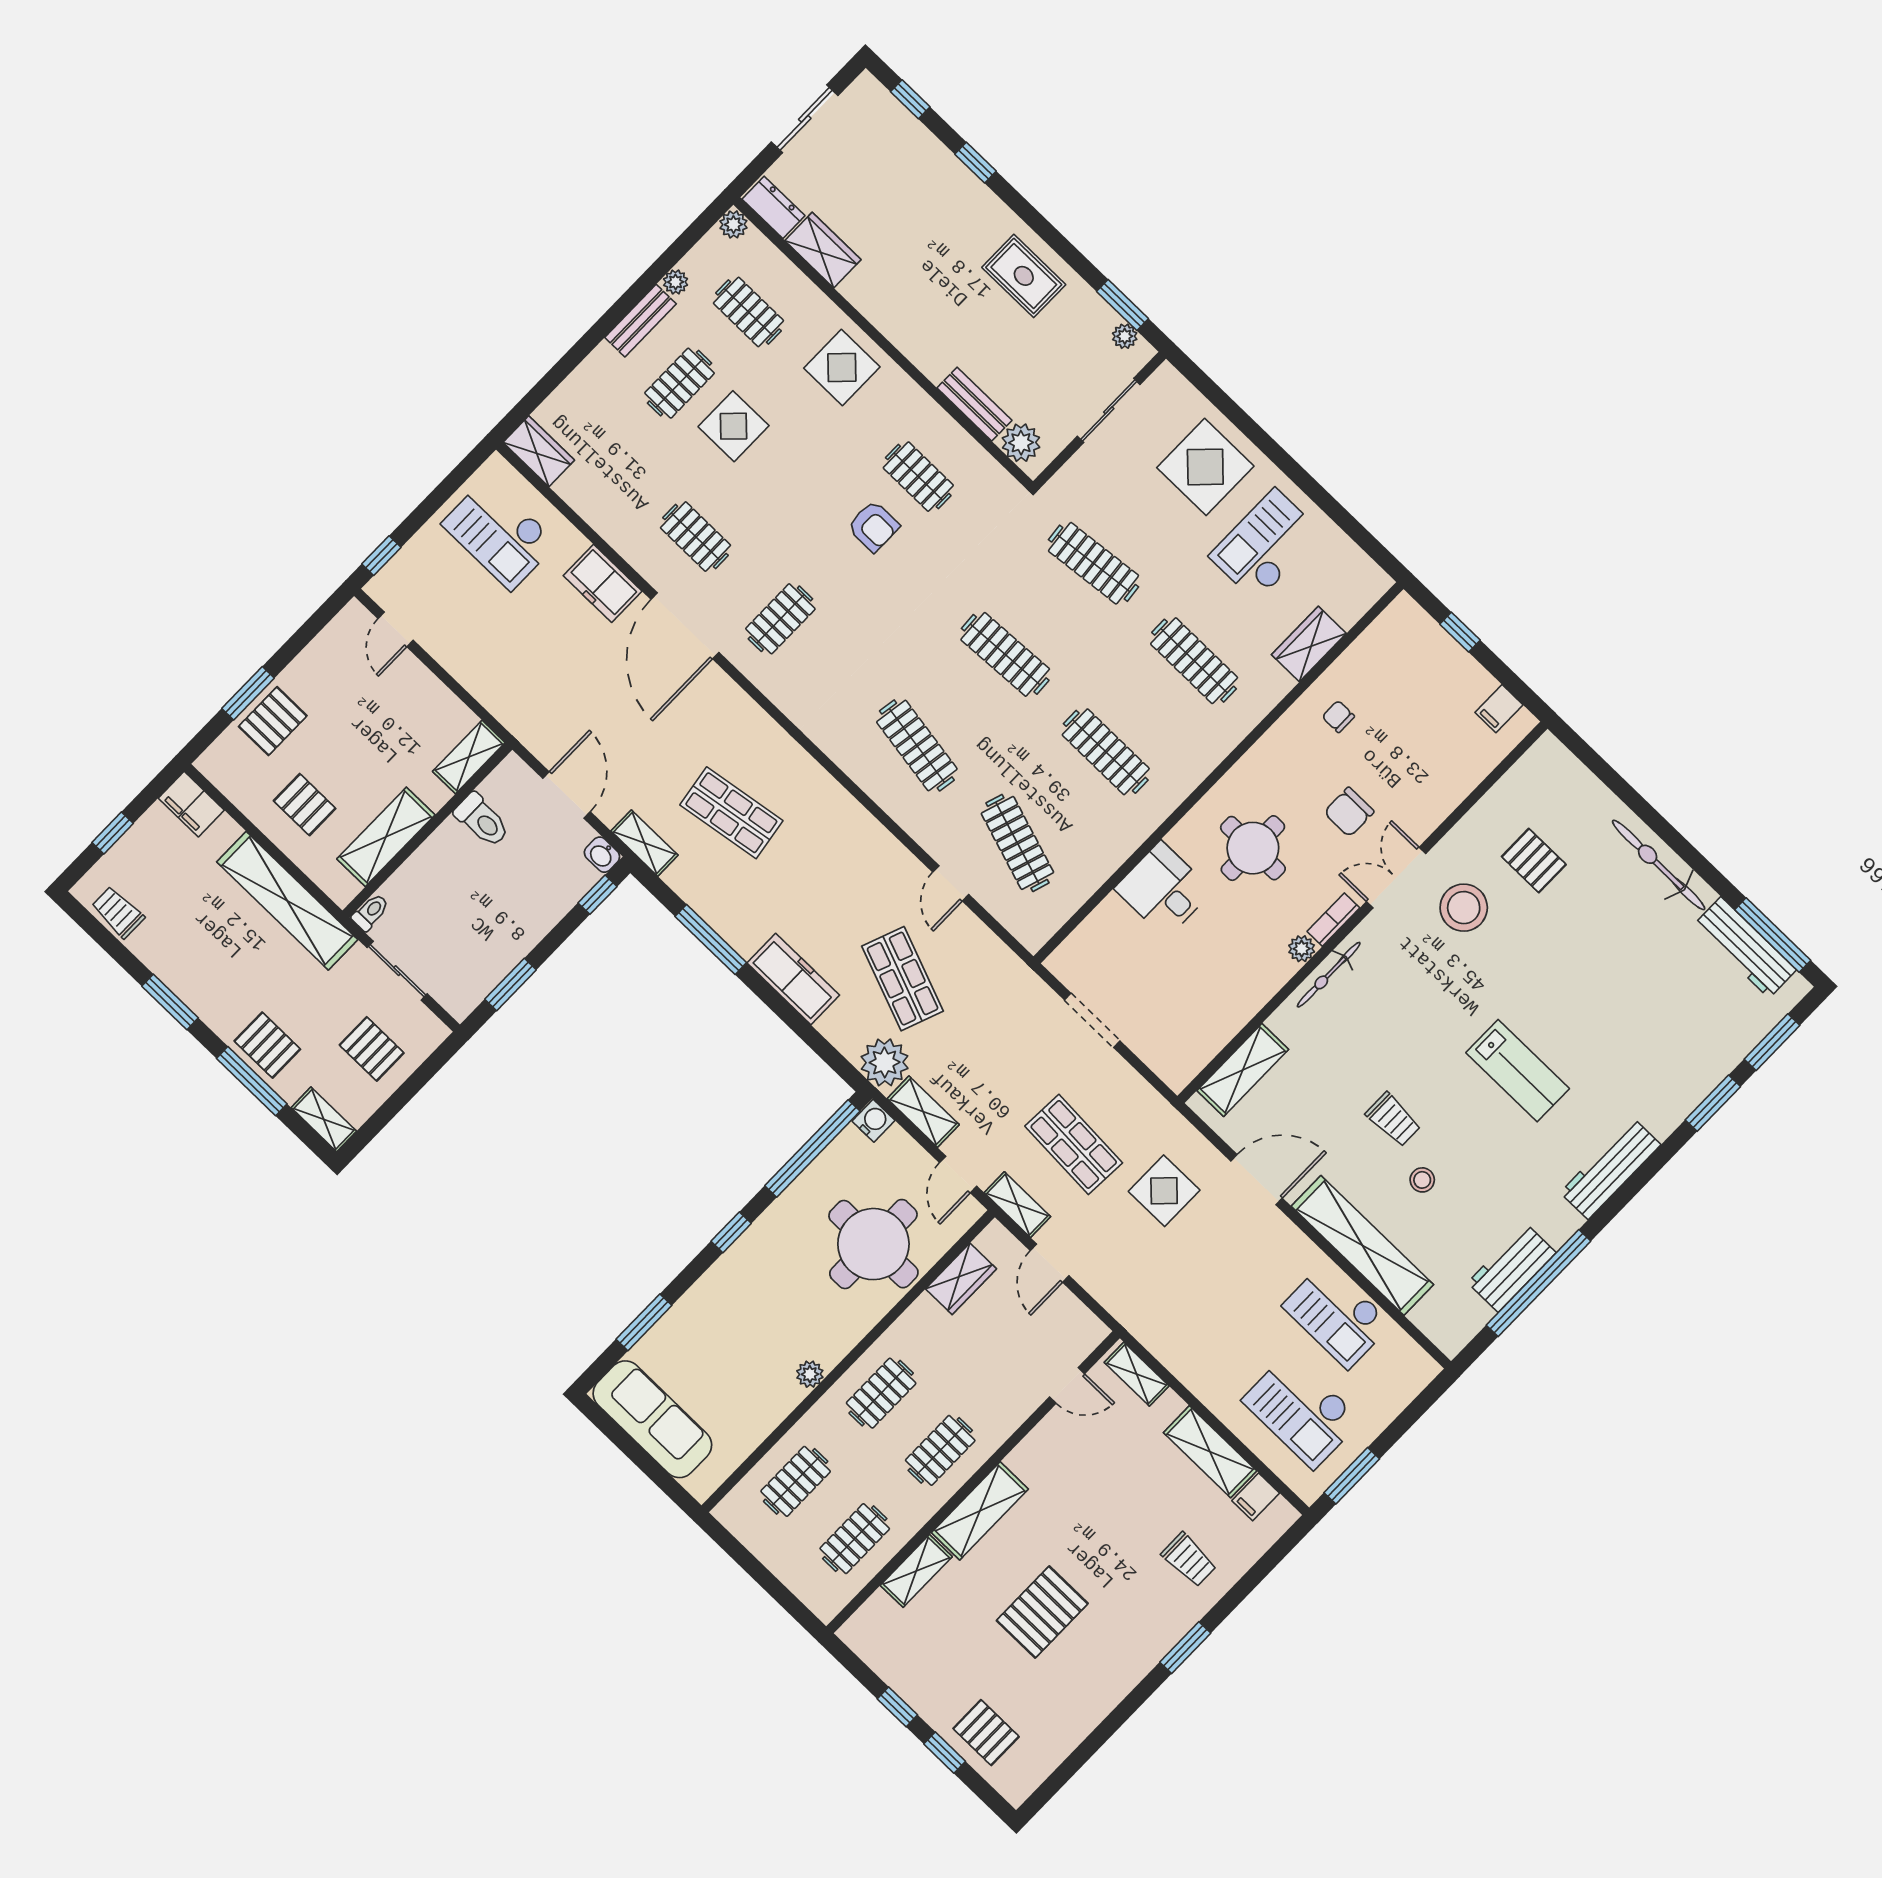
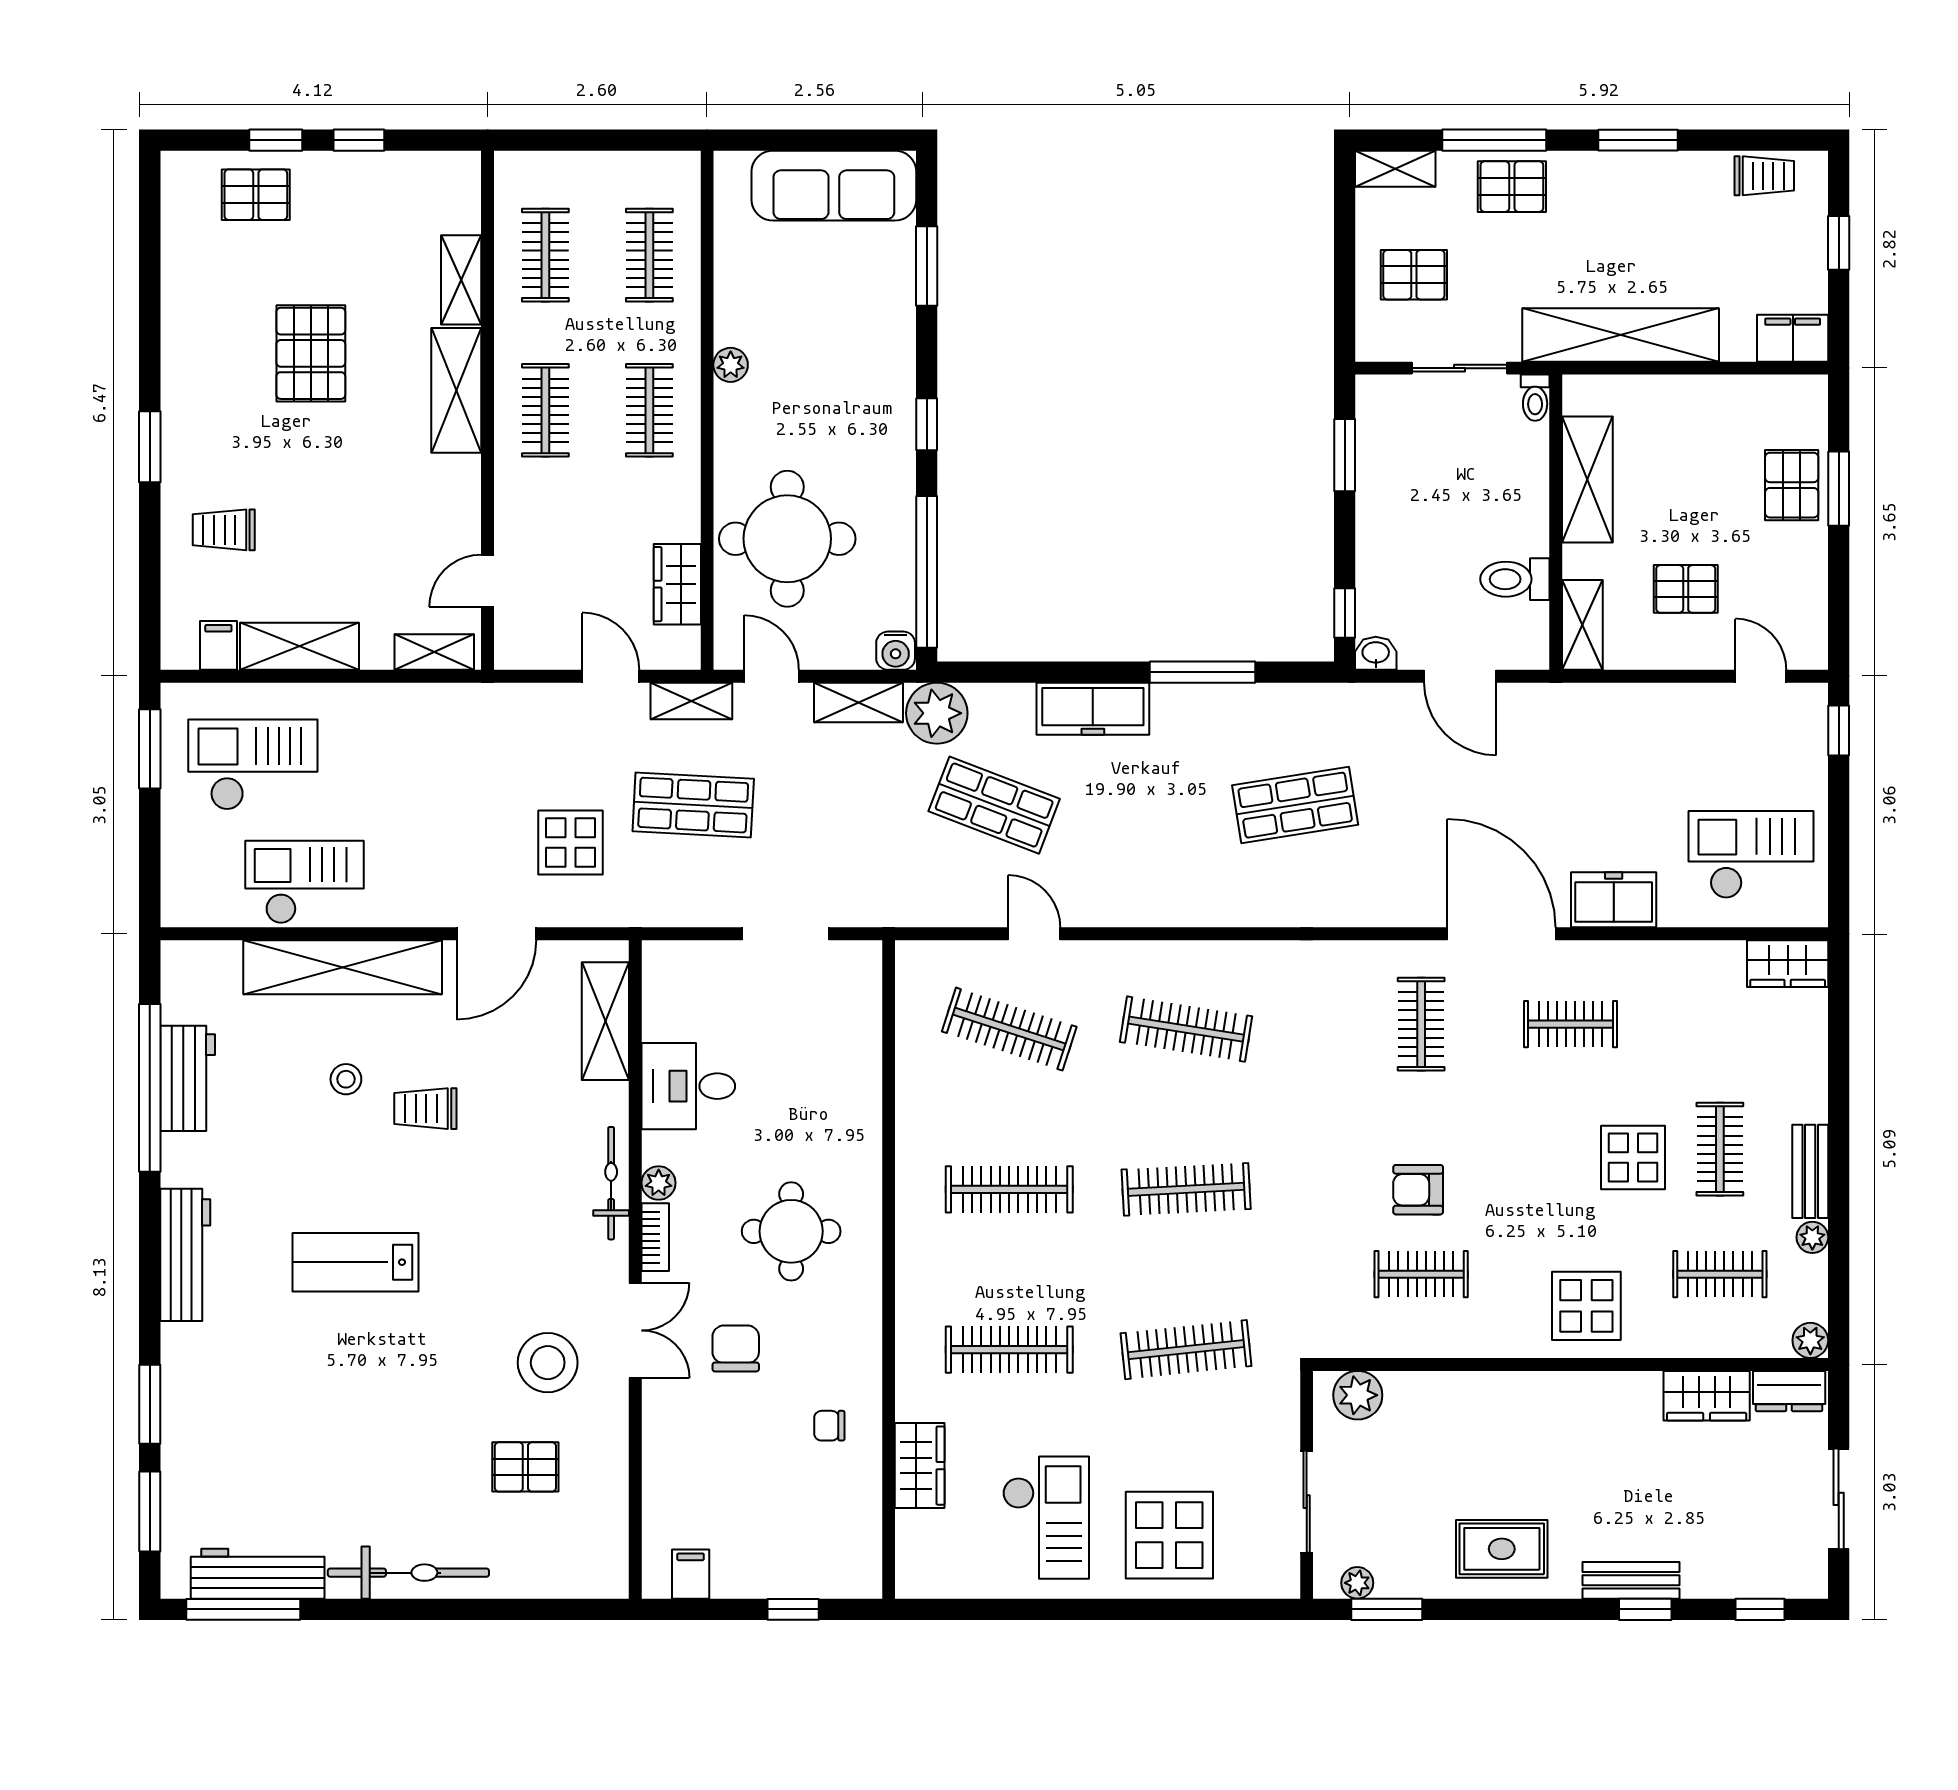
bench: (974, 404) -> (1631, 1580), moved
chair: (1338, 717) -> (829, 1426), turned 180
pallet: (305, 805) -> (1686, 589), moved
shelving: (644, 843) -> (1347, 701), removed
desk: (1164, 890) -> (688, 1086), moved, turned 180

